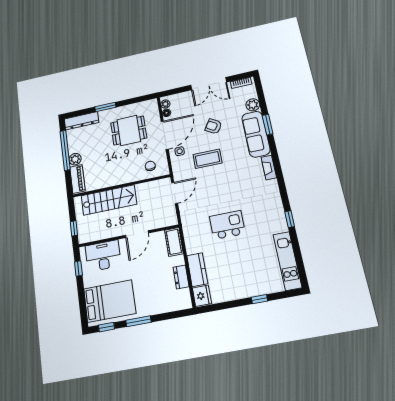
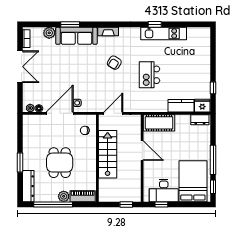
armchair: (213, 126) -> (114, 63), moved
dining table: (129, 130) -> (60, 163), moved
door: (165, 135) -> (60, 113), hinge flipped
coffee table: (208, 159) -> (89, 80), removed
door: (175, 193) -> (113, 113), hinge flipped
stairs: (109, 200) -> (108, 154), moved
cot: (174, 242) -> (159, 123), width x1.37, depth x1.34
desk: (103, 256) -> (164, 191), moved, turned -90
kitchen unit: (287, 261) -> (164, 33), moved
dresser: (181, 277) -> (200, 120), moved
window: (259, 299) -> (213, 88), moved
window: (138, 321) -> (213, 160), width x1.44

